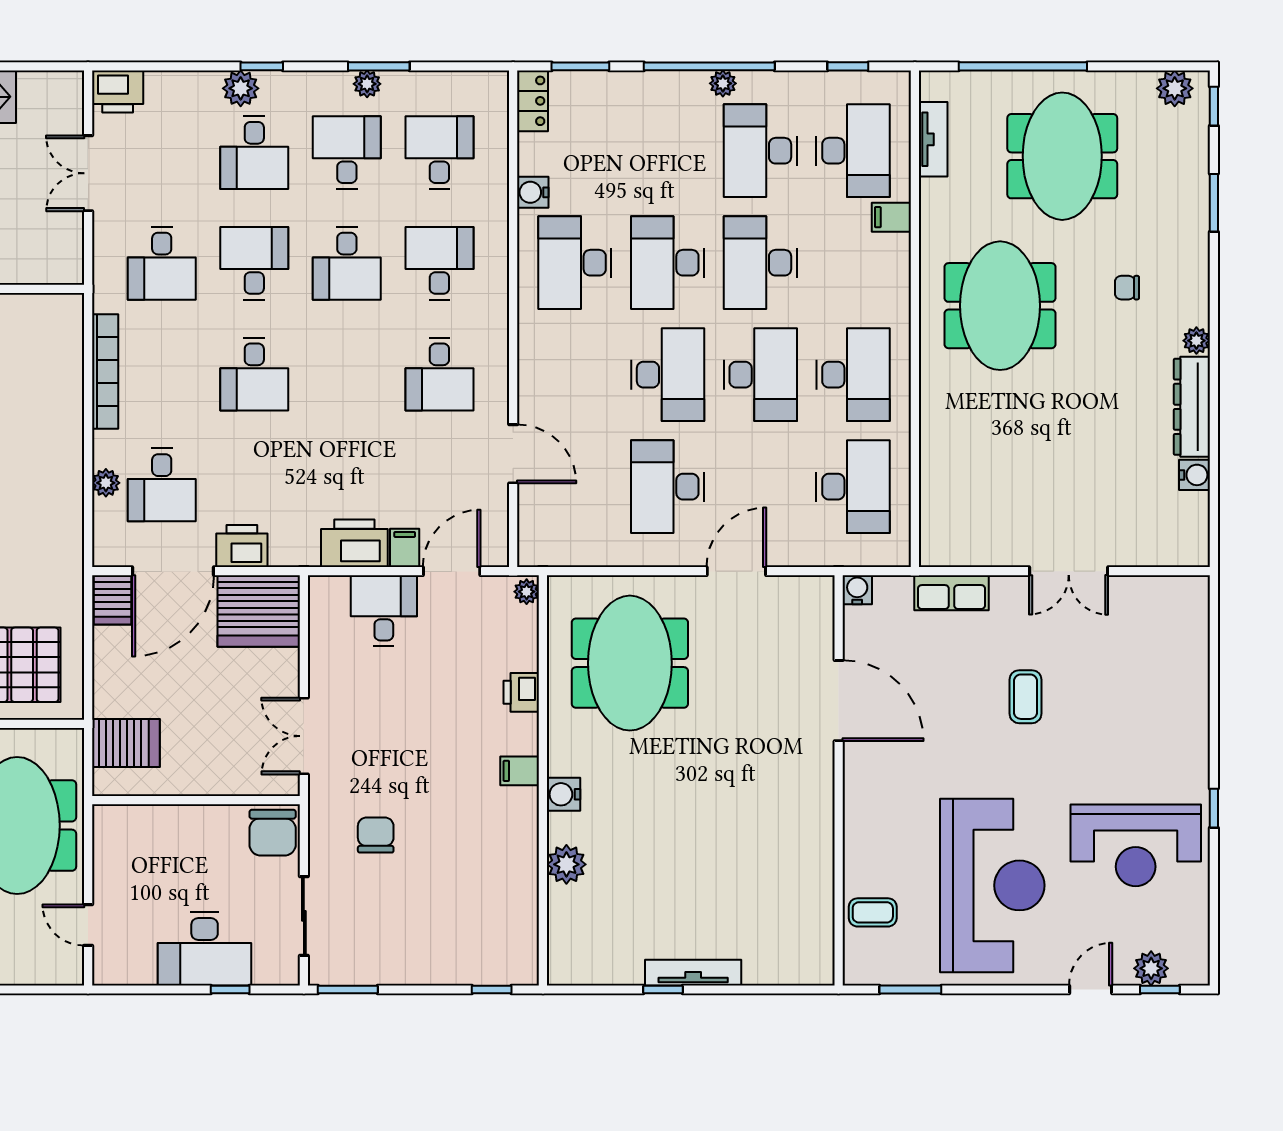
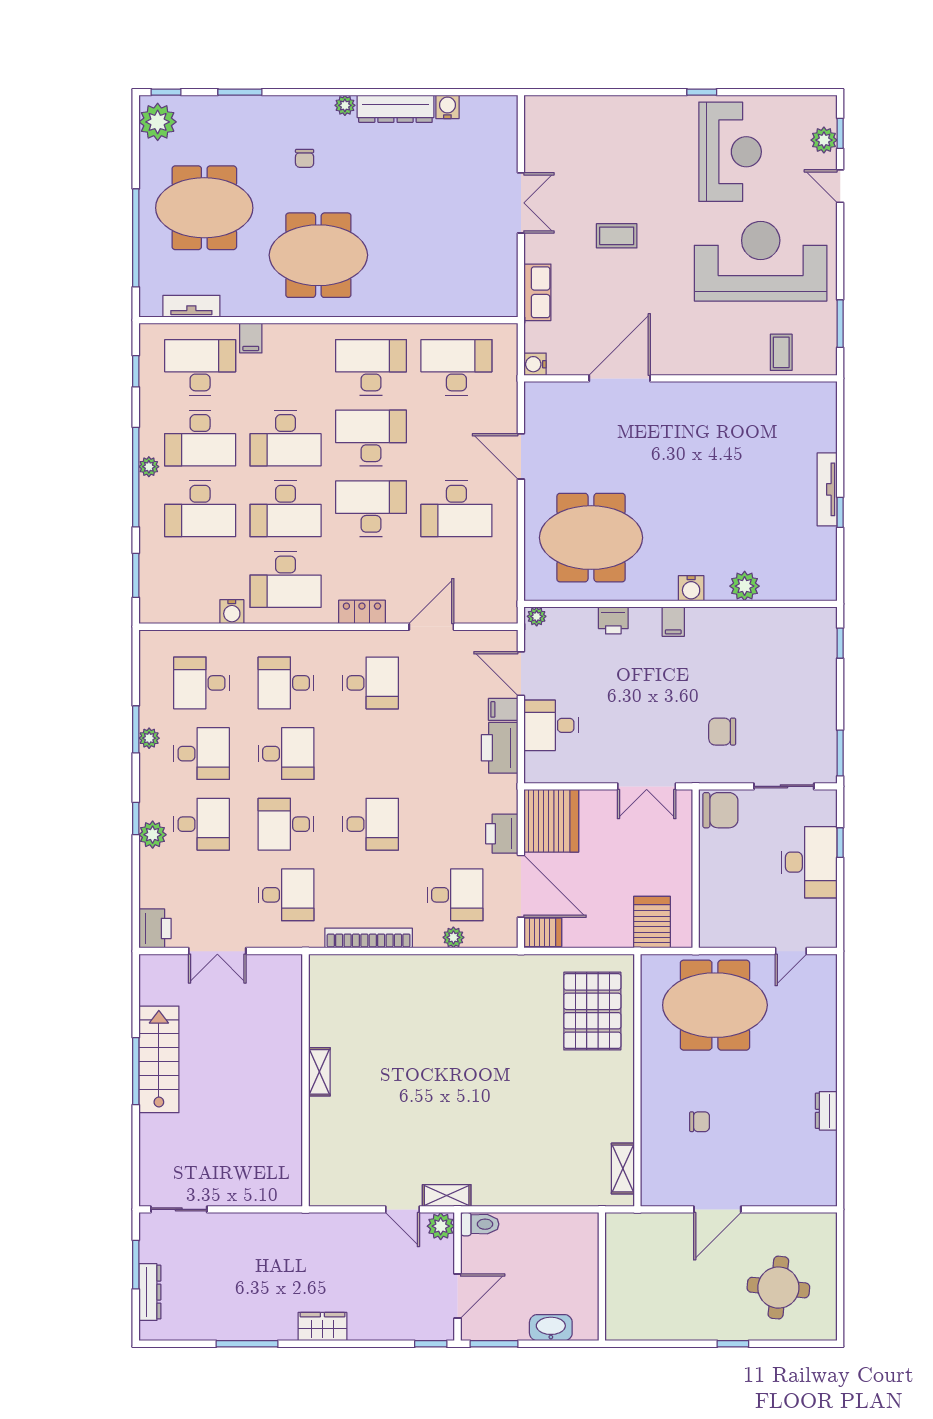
plant: (1175, 88) -> (158, 122), width x1.36, depth x1.36
locker: (533, 101) -> (362, 612), moved
desk: (668, 151) -> (200, 509), added
desk: (347, 153) -> (202, 754), turned 180

